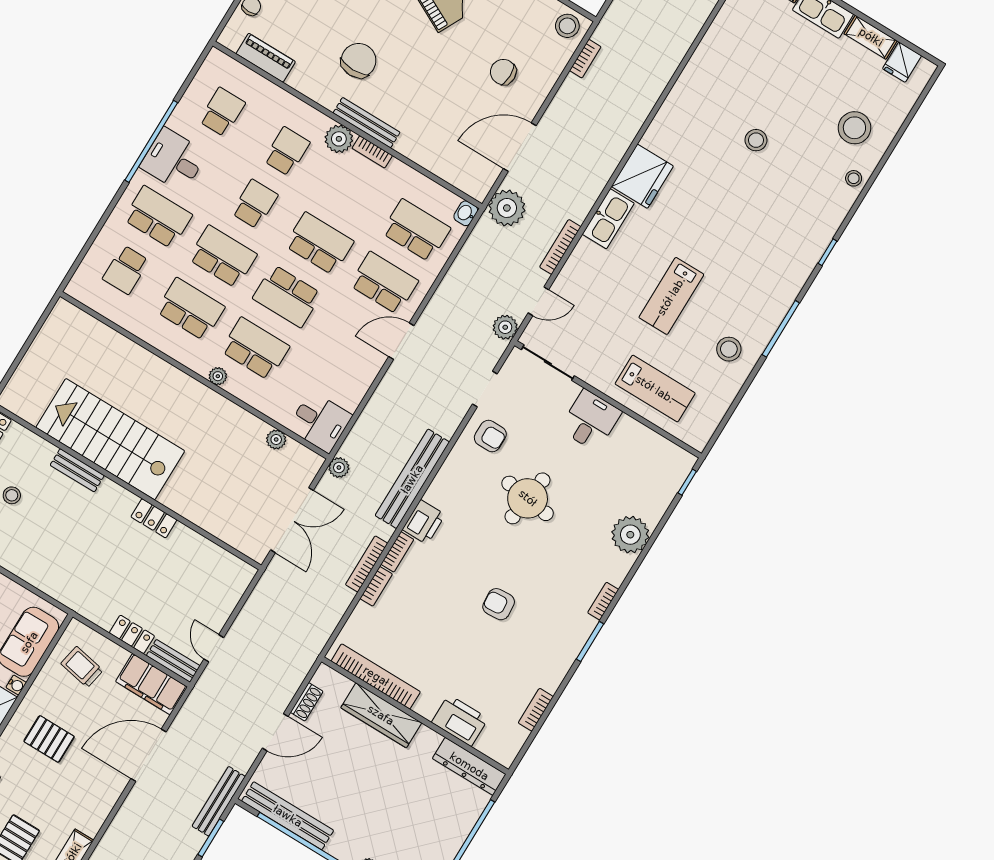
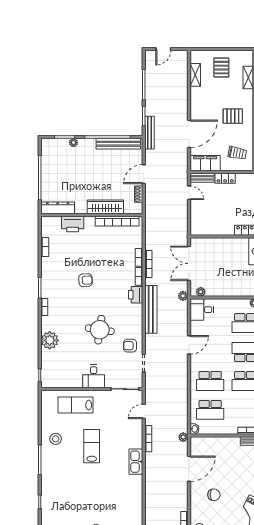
fridge: (642, 176) -> (133, 487), removed
plant: (507, 208) -> (183, 437), width x0.53, depth x0.53
plant: (505, 327) -> (151, 393), removed
door: (401, 341) -> (189, 345), moved
plant: (276, 439) -> (201, 292), moved

